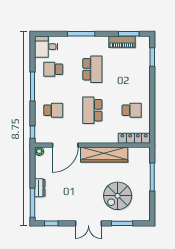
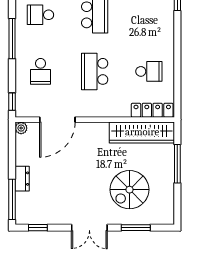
school desk: (53, 110) -> (41, 71), turned 90
wardrobe: (104, 154) -> (142, 132), moved

